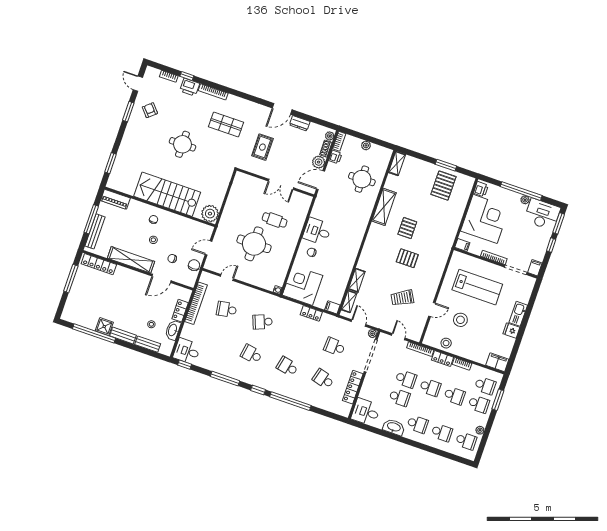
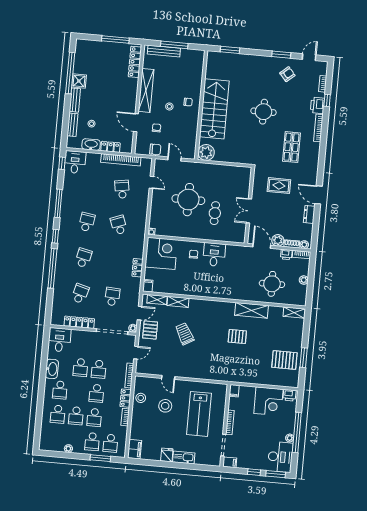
piano: (115, 199) -> (198, 63), removed
corner desk: (485, 219) -> (268, 401), width x0.74, depth x0.74
pallet: (407, 258) -> (150, 330), moved
trolley: (402, 298) -> (185, 334), moved
school desk: (466, 441) -> (76, 416), moved

